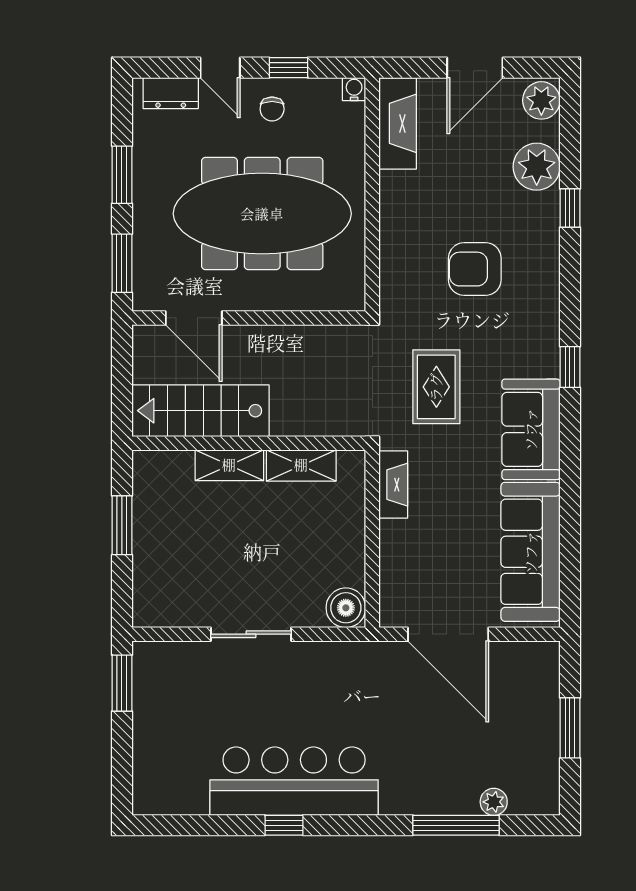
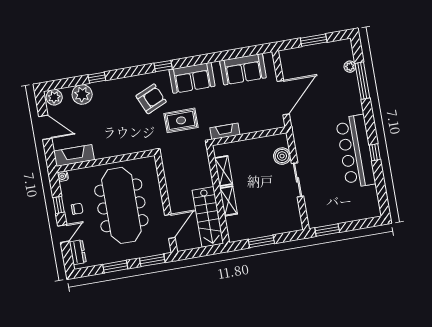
armchair: (475, 269) -> (151, 99), moved, turned -114
sofa: (531, 552) -> (243, 69), width x0.73
boiler: (346, 608) -> (282, 156), moved

